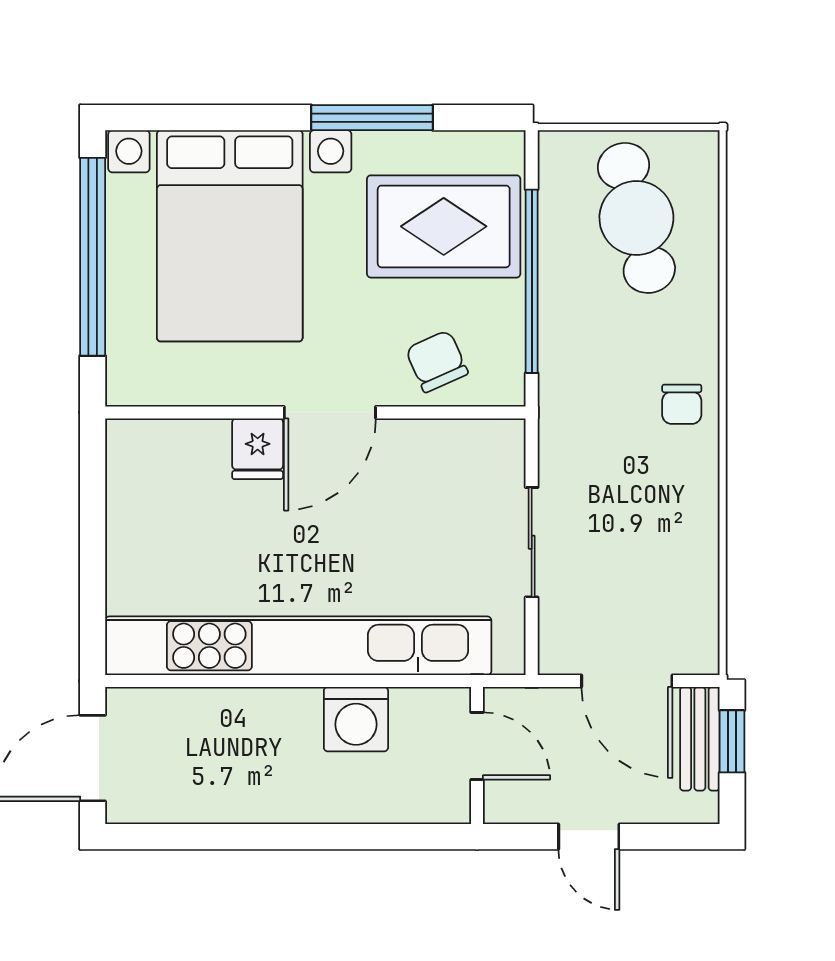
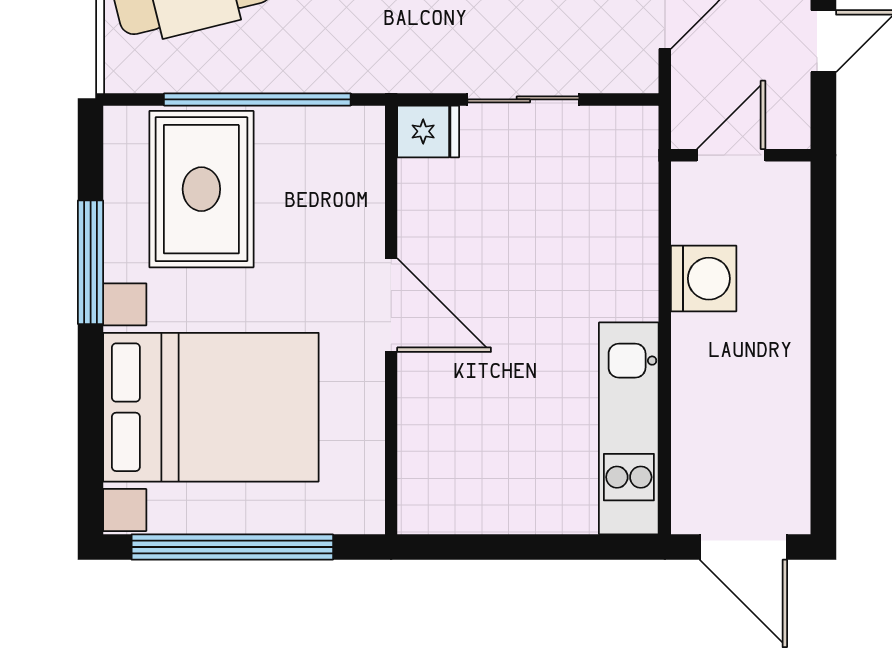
chair: (437, 361) -> (339, 196), removed
fridge: (258, 449) -> (428, 131), moved
kitchen unit: (298, 646) -> (629, 428), width x0.54

